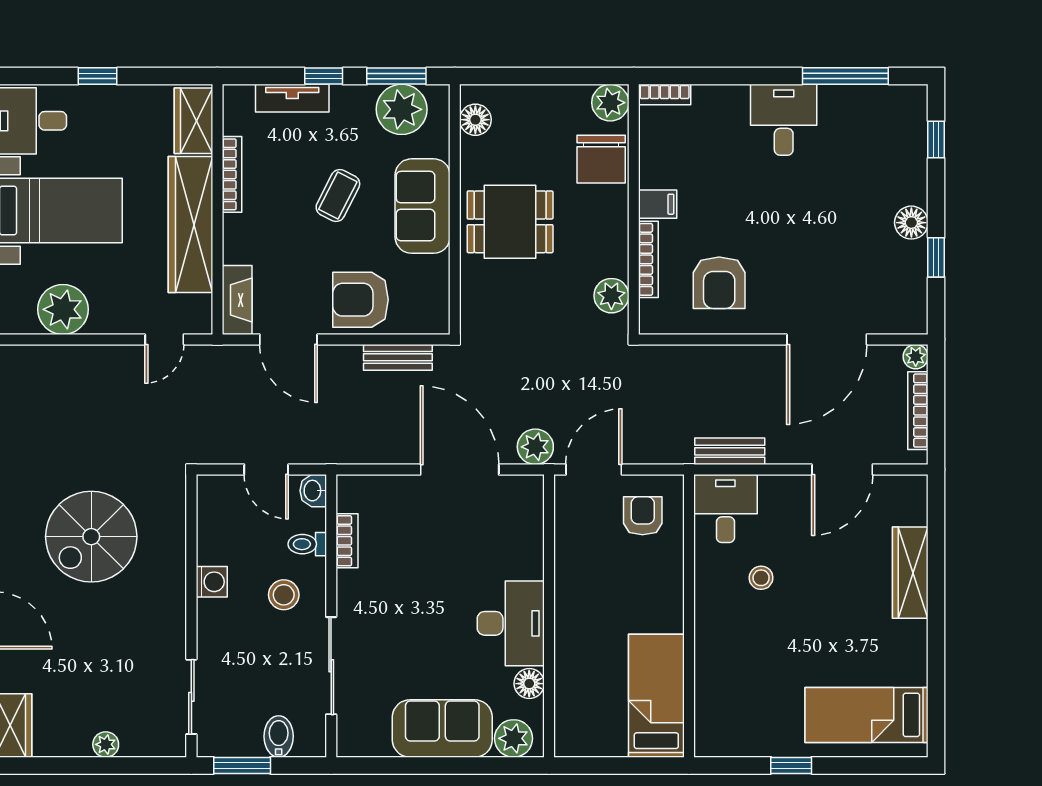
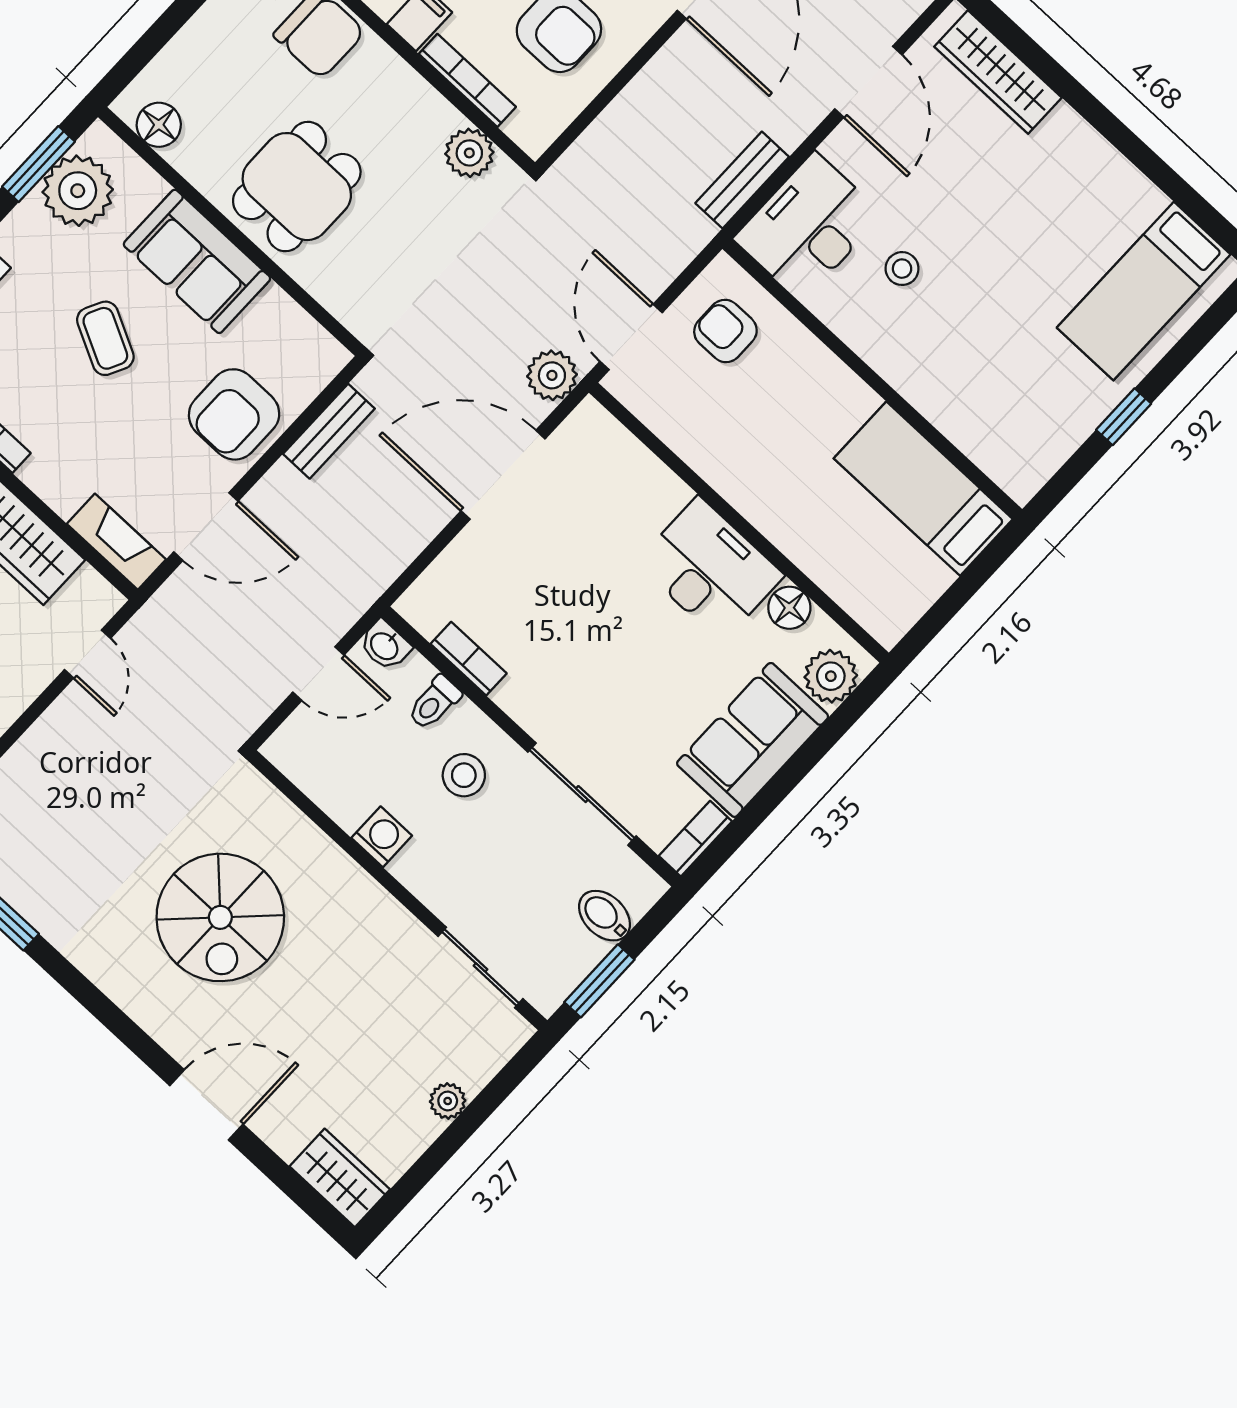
desk: (725, 509) -> (808, 227), width x1.37
wardrobe: (910, 573) -> (998, 72), moved
bookcase: (363, 747) -> (695, 839), added

